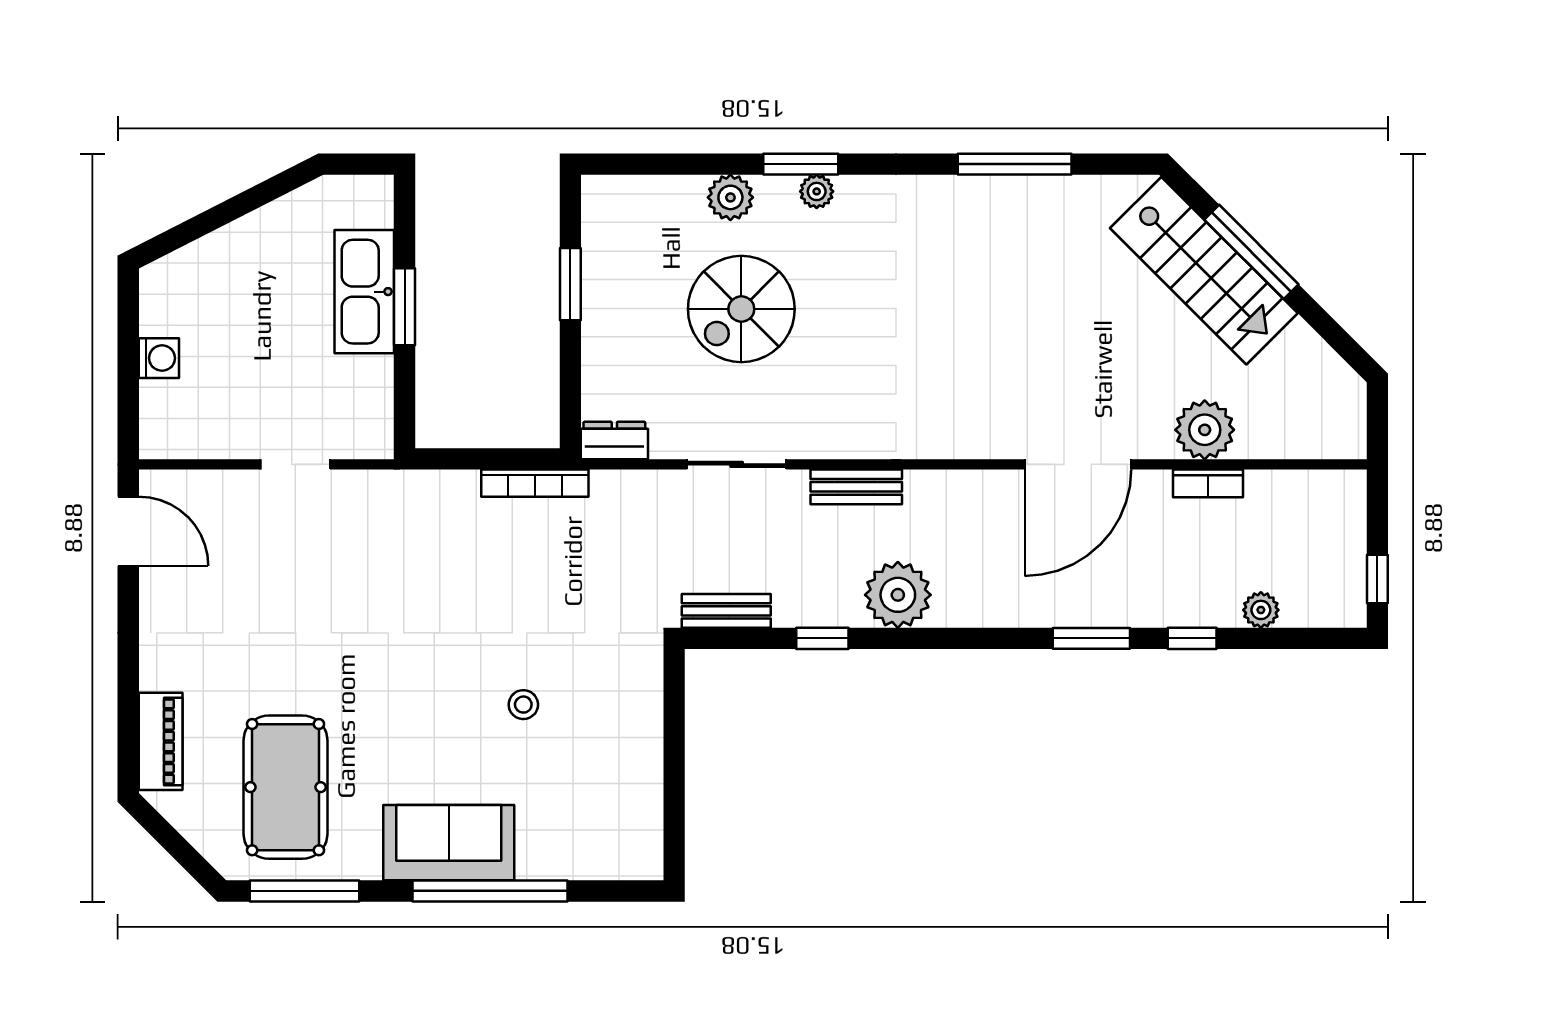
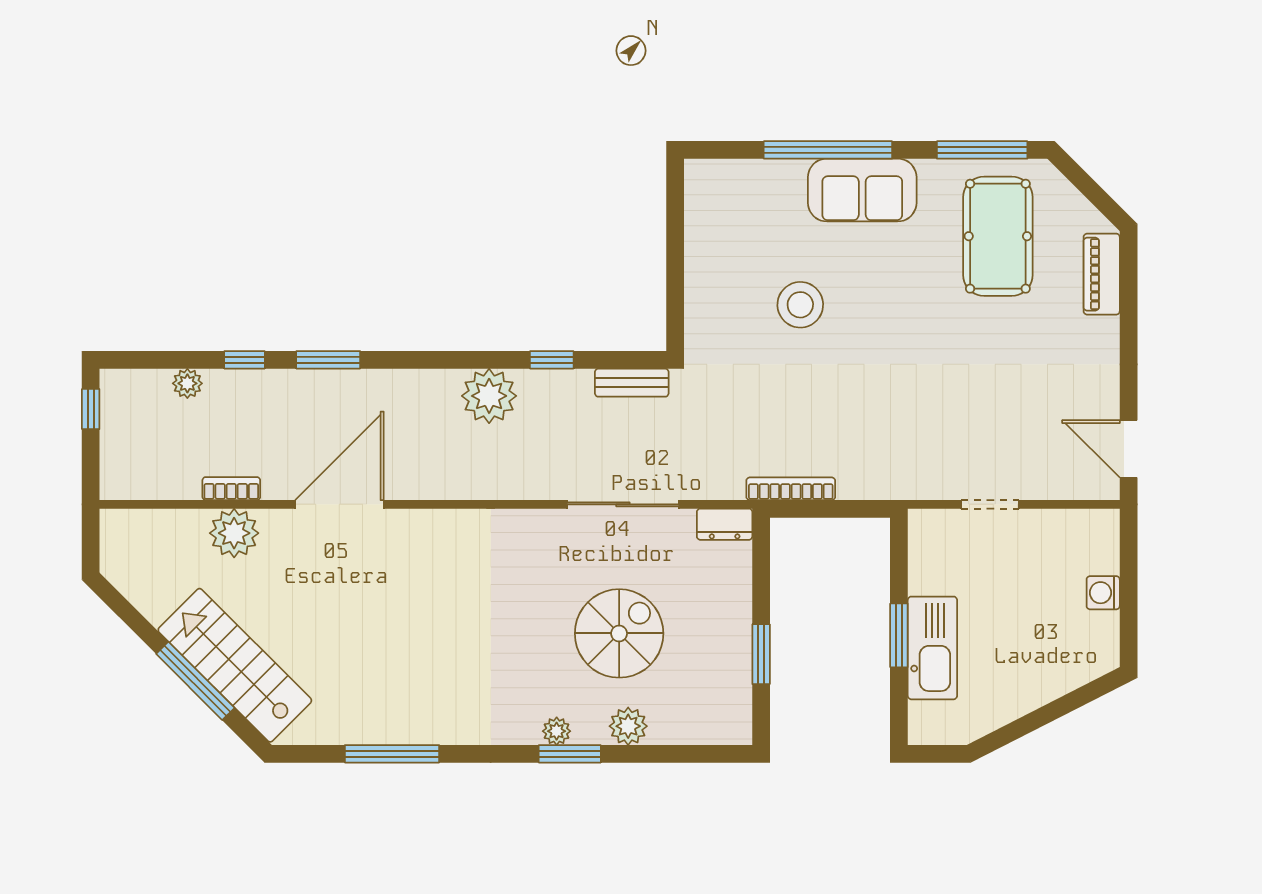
sliding door: (737, 464) -> (623, 504), width x1.37
bench: (856, 487) -> (524, 486), removed
stool: (523, 705) -> (800, 305), width x1.89, depth x1.89

